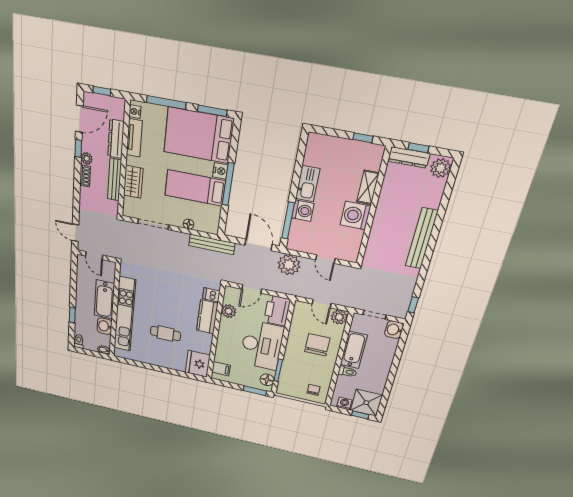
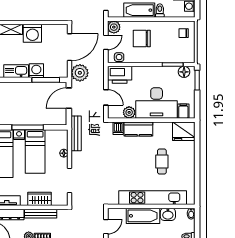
door: (325, 259) -> (70, 47), width x1.88
side table: (300, 315) -> (119, 57), added
desk: (262, 345) -> (157, 103), moved, turned 180

